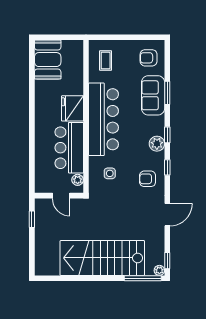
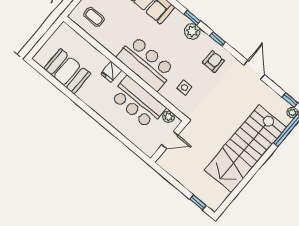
booth: (48, 60) -> (67, 71), moved
fridge: (72, 108) -> (111, 72), width x0.53, depth x0.75
bar counter: (103, 119) -> (146, 63), width x0.73
armchair: (148, 179) -> (213, 62), turned 180
window: (32, 219) -> (198, 202), moved

